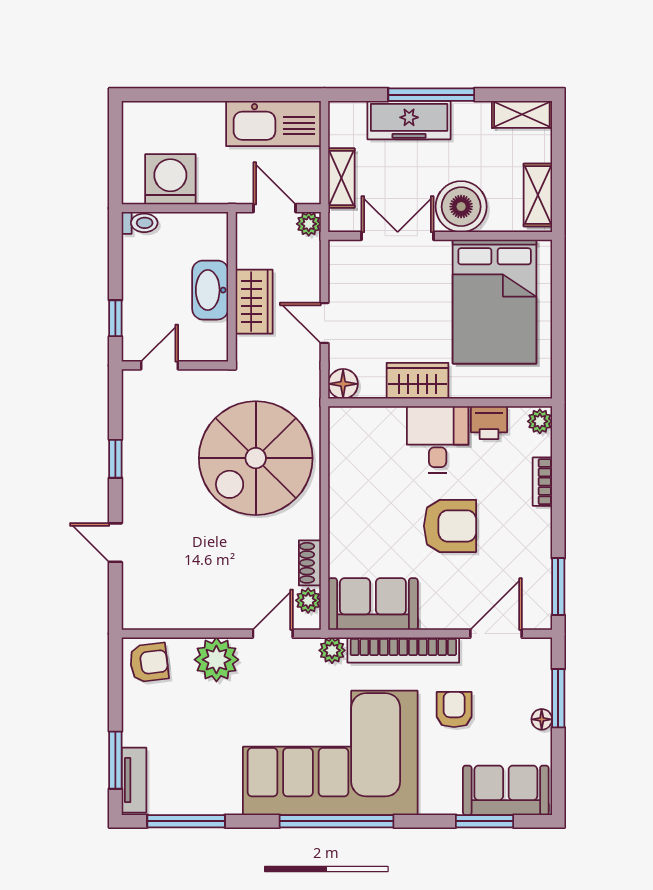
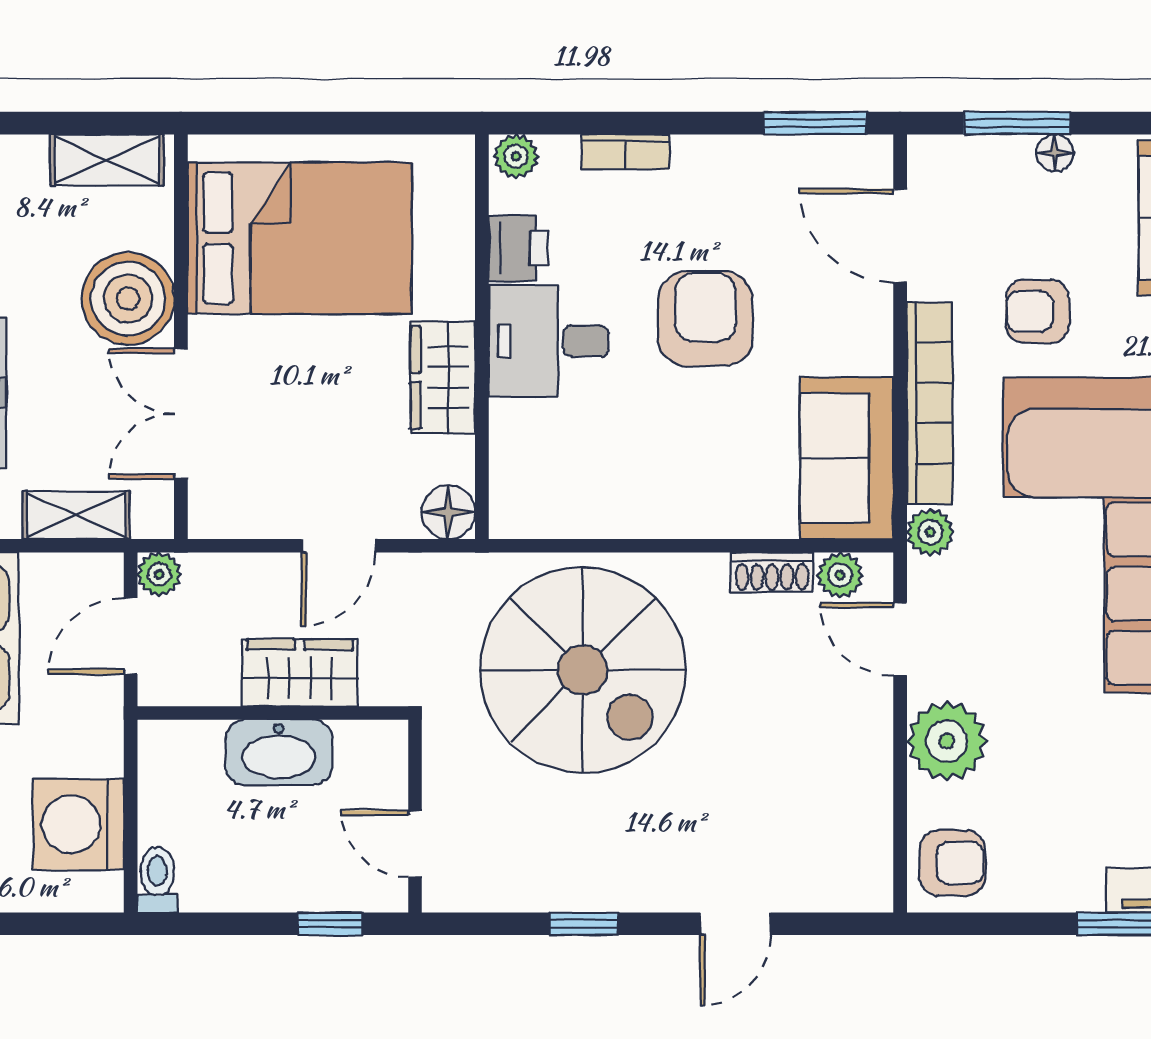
armchair: (149, 663) -> (952, 863), turned 97

